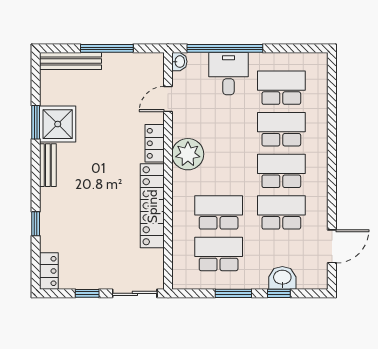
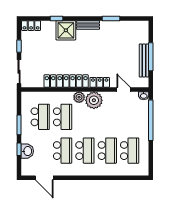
bench: (71, 61) -> (144, 60), moved
desk: (228, 74) -> (137, 122), removed
shower: (58, 124) -> (66, 30), moved
plant: (182, 182) -> (79, 97), added

